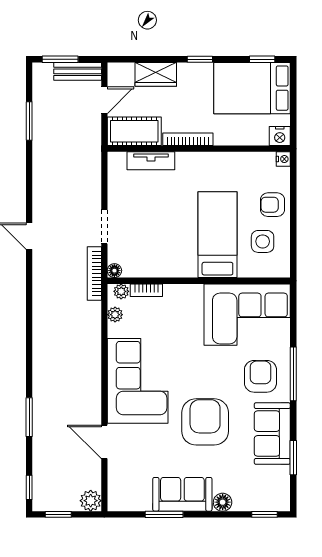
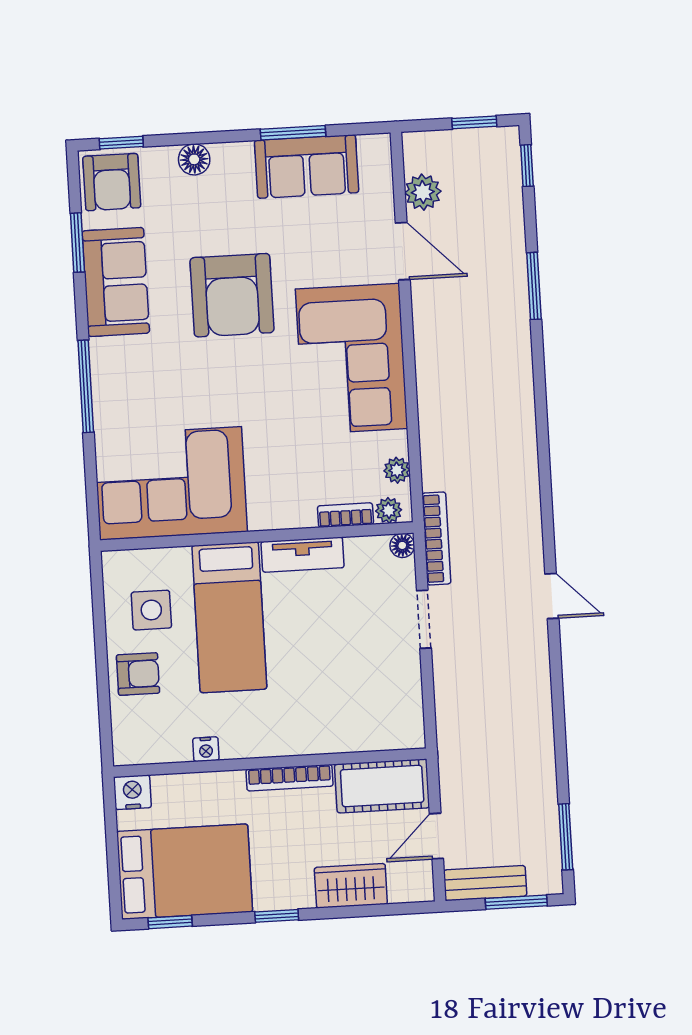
window: (29, 121) -> (566, 837), moved
nightstand: (283, 159) -> (206, 749), moved, turned -90
tv unit: (151, 161) -> (303, 555), moved, turned 180
armchair: (260, 376) -> (112, 182), moved
sofa: (182, 494) -> (307, 167), moved
plant: (91, 501) -> (423, 192), moved

